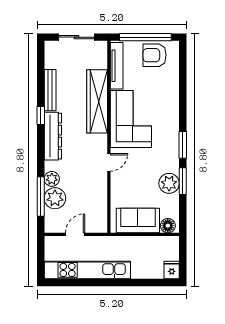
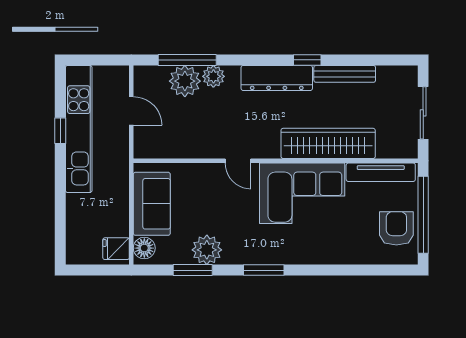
window: (183, 181) -> (193, 270), moved
fridge: (172, 270) -> (116, 249), moved, turned 180
window: (89, 282) -> (60, 131), added

